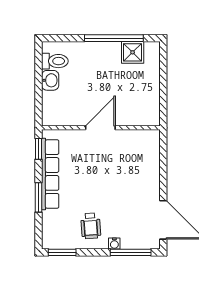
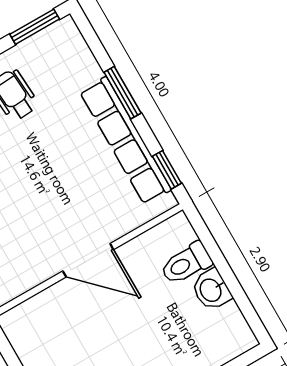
toilet: (55, 61) -> (186, 263), moved
door: (100, 128) -> (88, 260), hinge flipped

